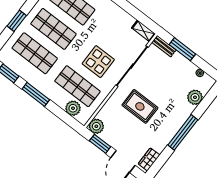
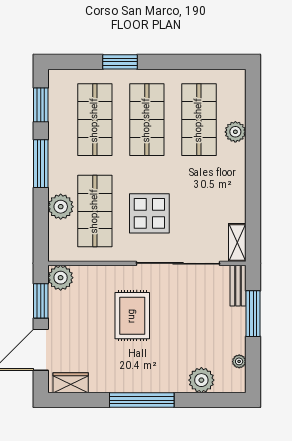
plant: (73, 108) -> (61, 207), moved

